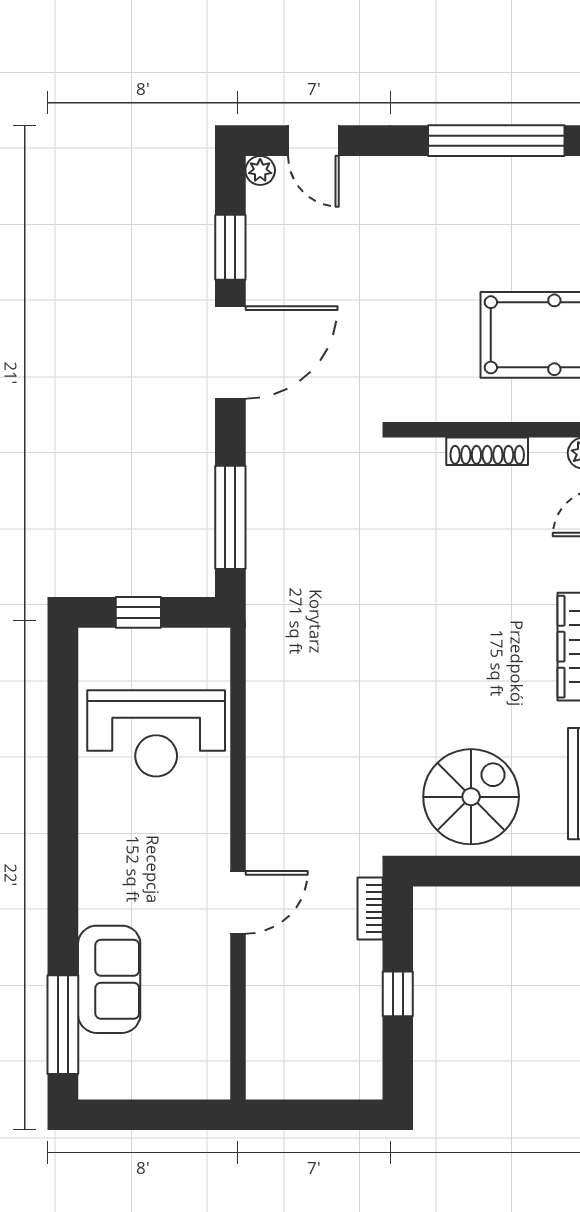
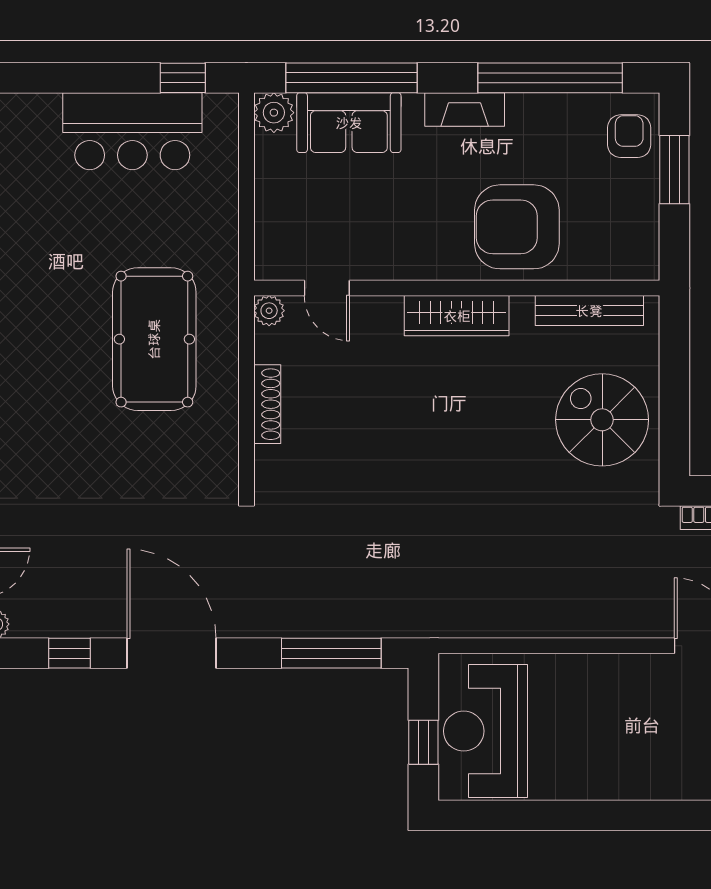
window: (230, 247) -> (70, 653), width x0.67
reception desk: (156, 733) -> (485, 731), moved, turned 180

